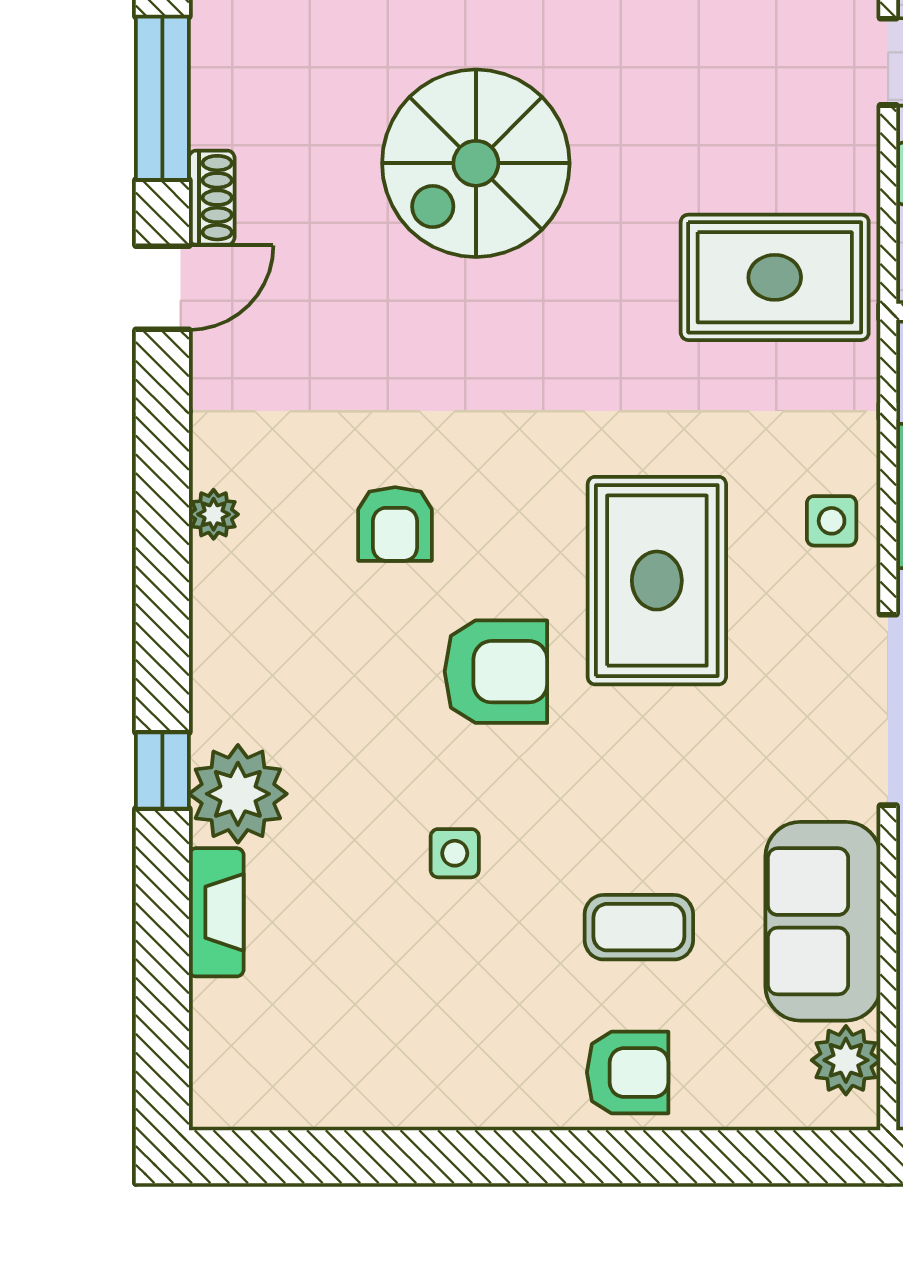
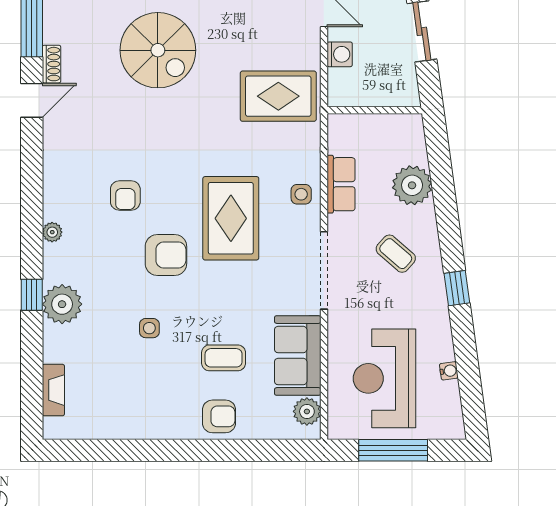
spiral stairs: (476, 163) -> (158, 50), turned -90
plant: (214, 514) -> (52, 232), moved
fireplace: (216, 912) -> (53, 390), moved

